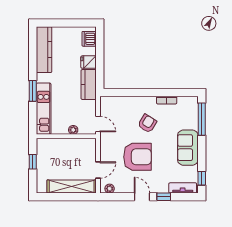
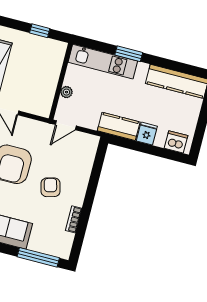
armchair: (147, 123) -> (50, 187), turned -137

